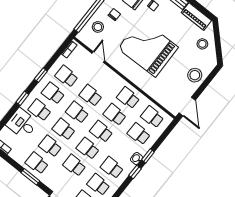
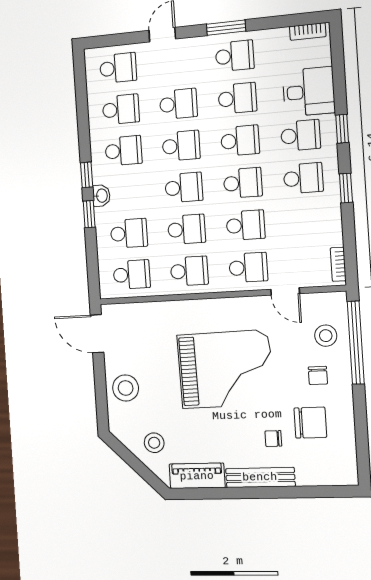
school desk: (67, 76) -> (248, 267), moved

